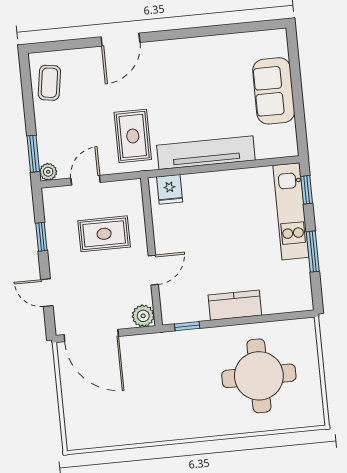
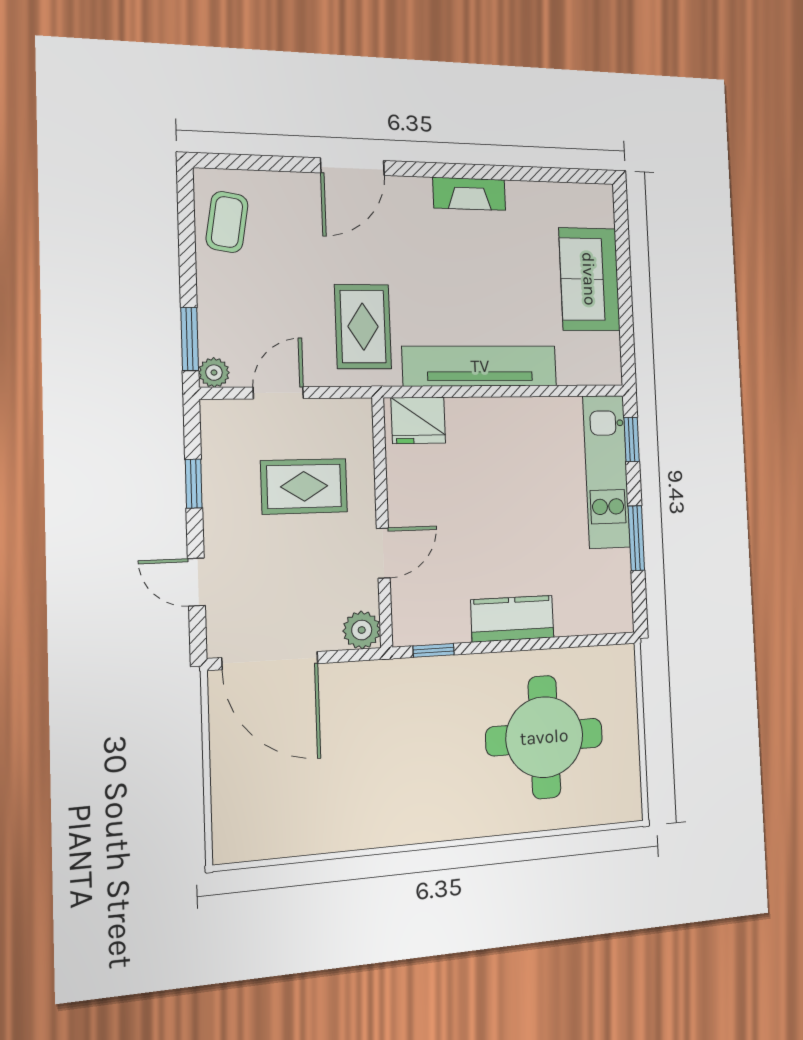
fireplace: (193, 47) -> (469, 194), added
fridge: (170, 189) -> (418, 420), width x1.38

